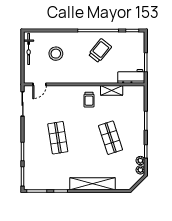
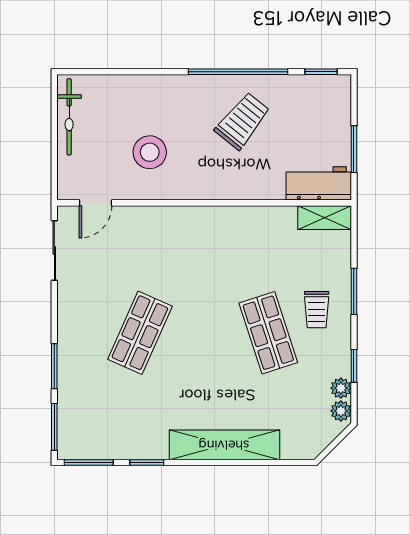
stool: (56, 54) -> (150, 152), moved
shelving: (112, 90) -> (325, 218), moved
trolley: (89, 100) -> (317, 310), moved
shop shelf: (58, 138) -> (140, 333), turned 33

